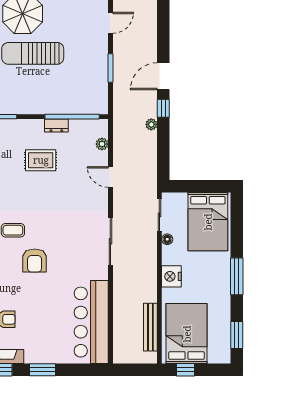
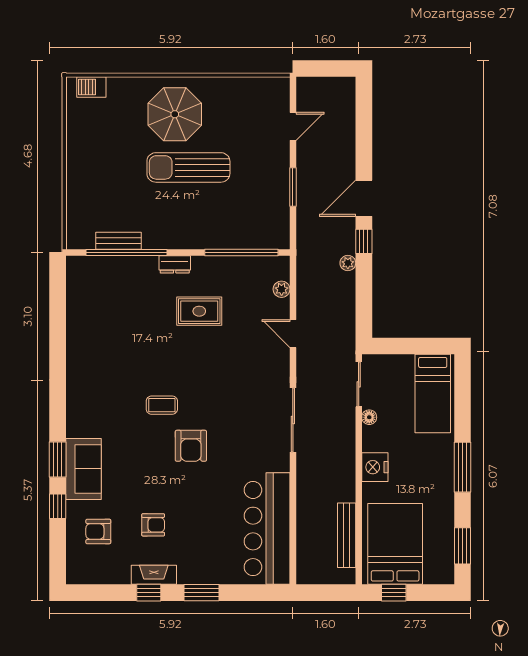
dresser: (56, 125) -> (175, 264), moved
bed: (208, 222) -> (433, 394), width x0.67

